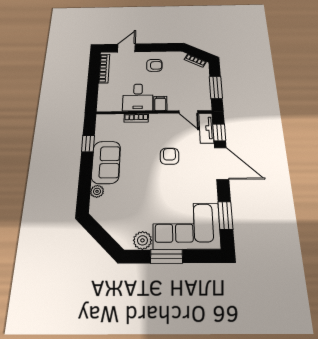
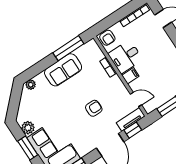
armchair: (154, 65) -> (107, 38), moved
door: (188, 112) -> (136, 100), swing flipped
window: (88, 144) -> (68, 48), width x2.17
plant: (97, 191) -> (31, 85), moved

